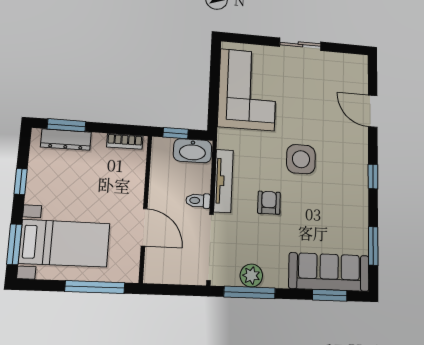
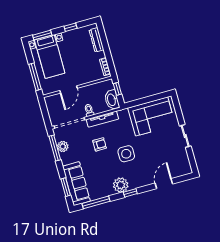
window: (67, 125) -> (103, 38), removed
plant: (354, 189) -> (121, 185), added
window: (373, 246) -> (96, 202), width x1.44

